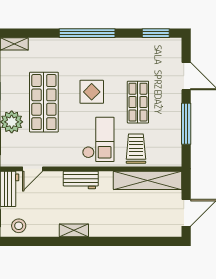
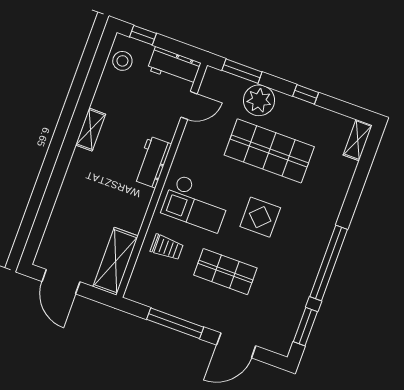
window: (87, 33) -> (329, 263), moved
trolley: (136, 149) -> (167, 247), width x0.73, depth x0.72
door: (33, 169) -> (189, 105), swing flipped
shelving: (148, 180) -> (116, 261), width x0.68

